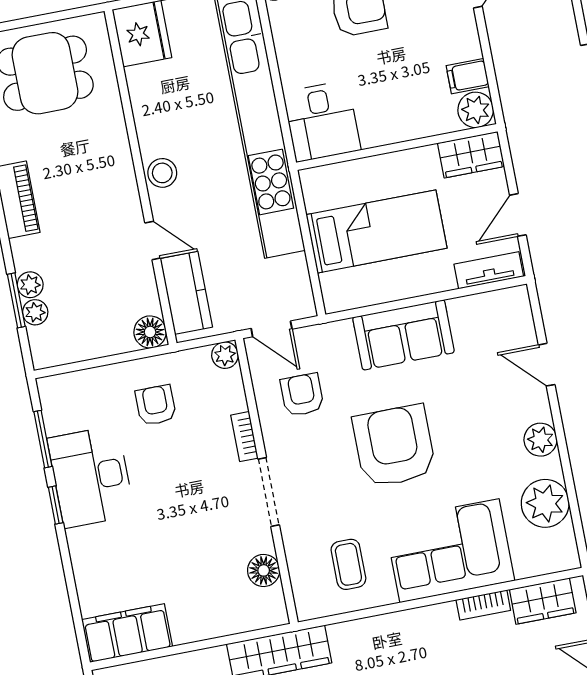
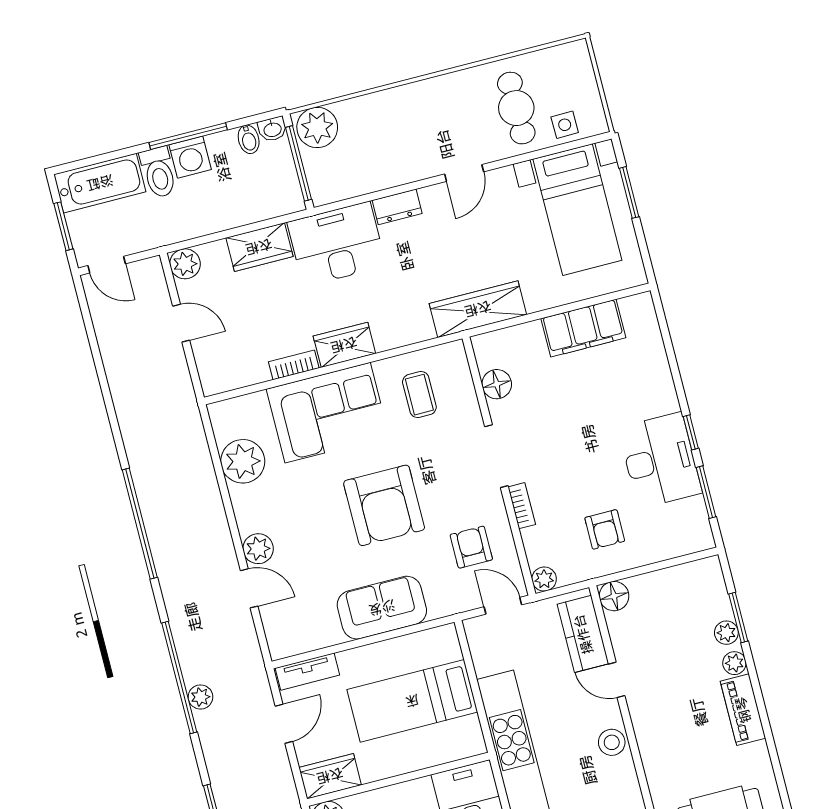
plant: (35, 312) -> (734, 663), moved
armchair: (302, 395) -> (471, 547), turned 180
plant: (540, 440) -> (258, 549), moved
wardrobe: (543, 601) -> (344, 345), moved
filing cabinet: (127, 633) -> (583, 328), moved

